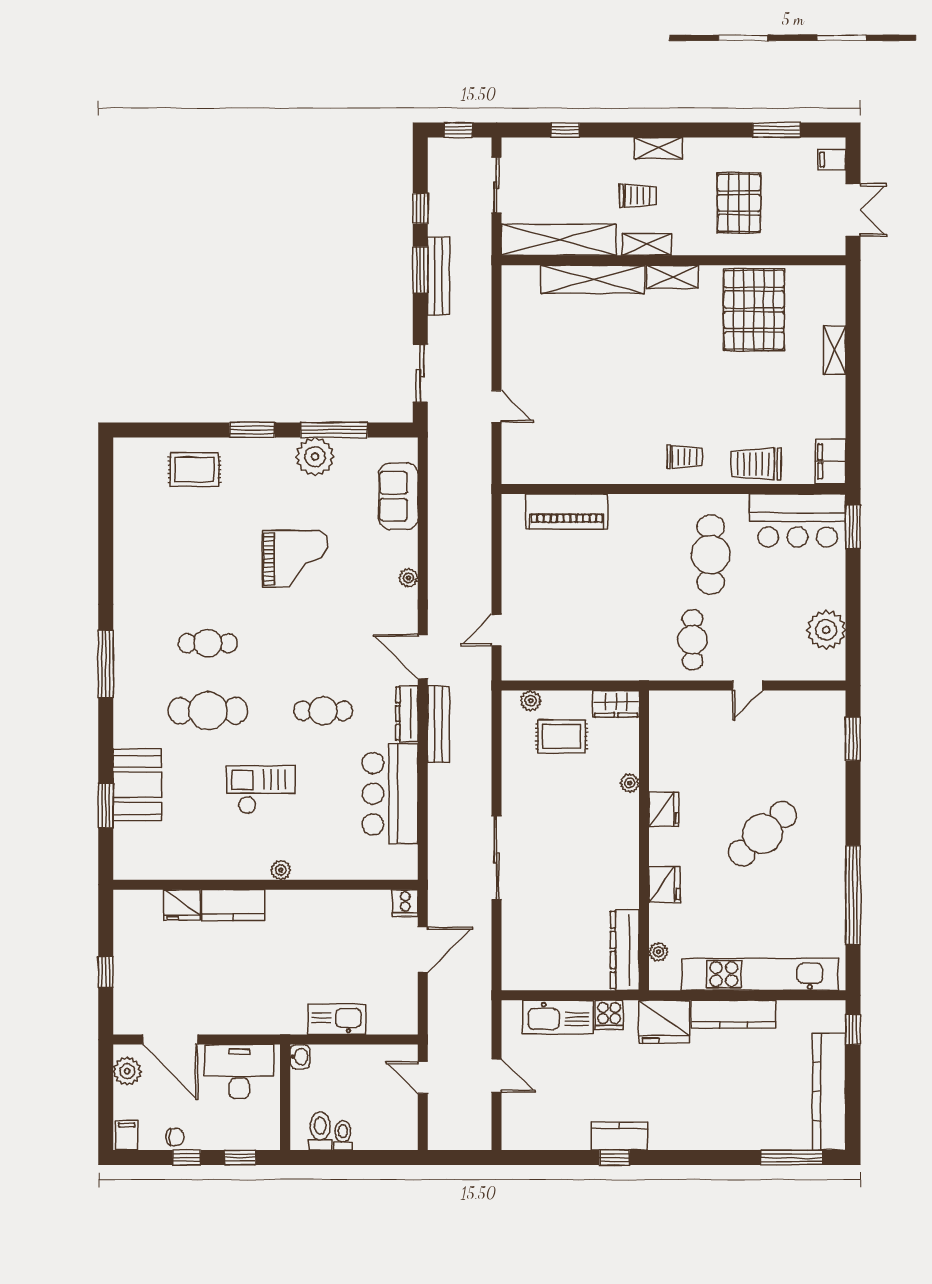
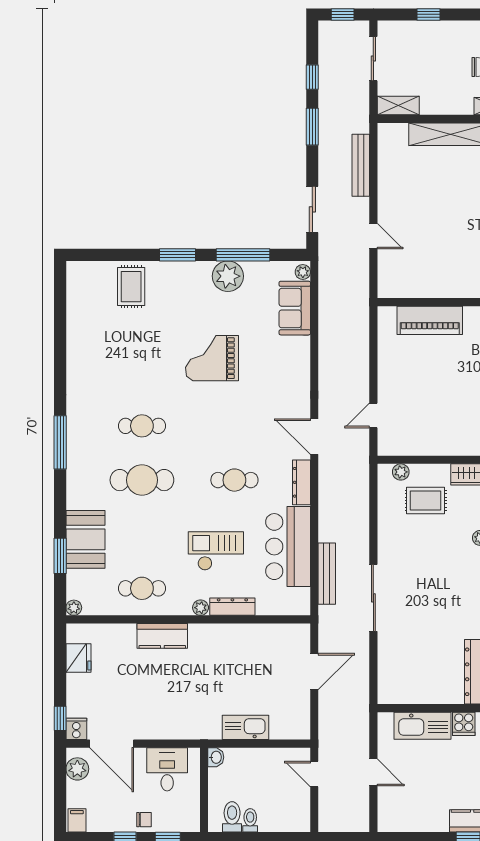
shelving: (559, 240) -> (398, 106), width x0.45, depth x0.75
bench: (439, 276) -> (361, 165), moved
rug: (194, 469) -> (131, 287), turned 90
grand piano: (295, 559) -> (212, 358), turned 180
plant: (408, 578) -> (303, 272), moved
bench: (438, 724) -> (327, 574), moved
checkout: (261, 790) -> (216, 551), moved
cafe table: (208, 846) -> (142, 588), added
dresser: (321, 869) -> (232, 607), added
plant: (123, 870) -> (74, 608), added
cooker: (405, 903) -> (76, 729), moved, turned 180
fridge: (182, 905) -> (78, 658), moved, turned -90
window: (106, 972) -> (60, 718), moved
desk: (239, 1072) -> (167, 769), width x0.73
chair: (175, 1137) -> (144, 820), moved

